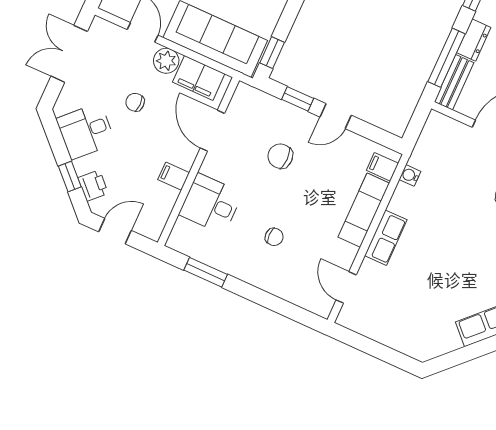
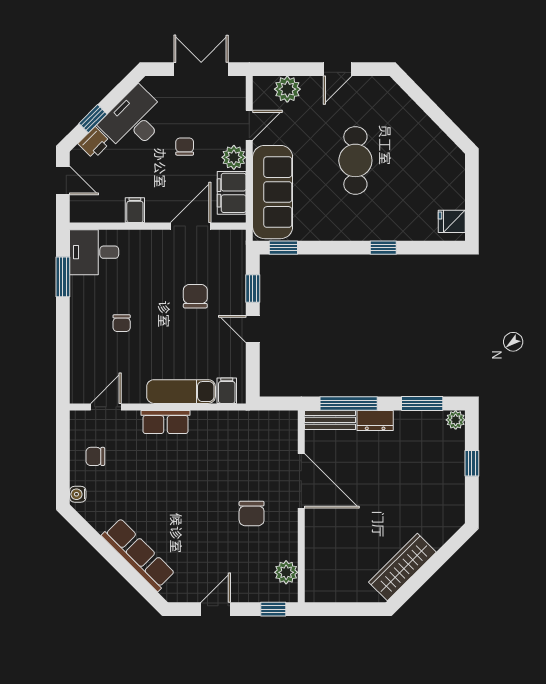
desk: (86, 131) -> (134, 120), width x1.37
water cooler: (410, 175) -> (78, 494), moved, turned -90
desk: (211, 204) -> (94, 252), moved, turned -90
chair: (388, 318) -> (95, 456), added

